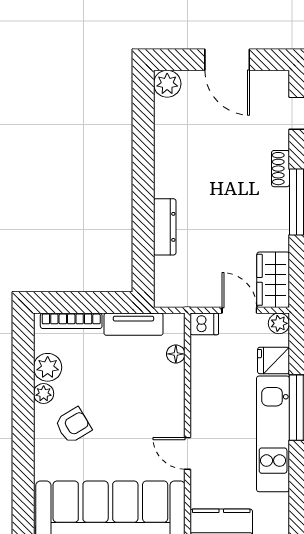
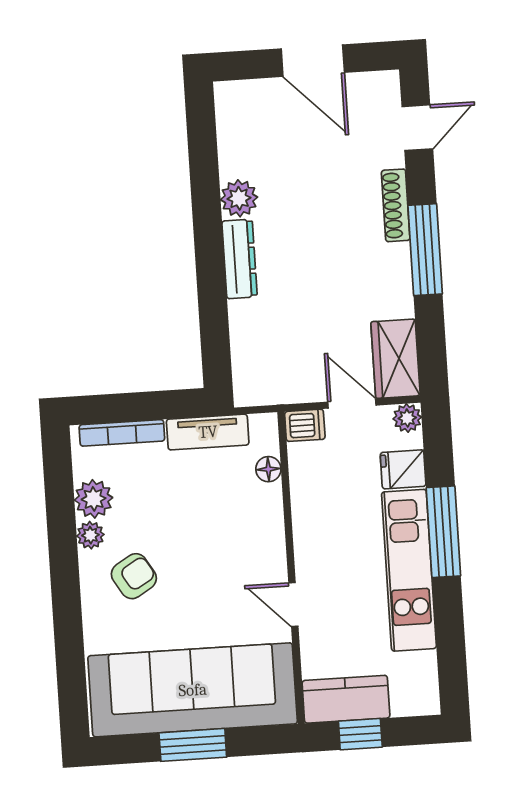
plant: (167, 84) -> (239, 198), moved
shoe rack: (281, 169) -> (396, 205), width x1.43
dresser: (165, 227) -> (240, 259), moved

